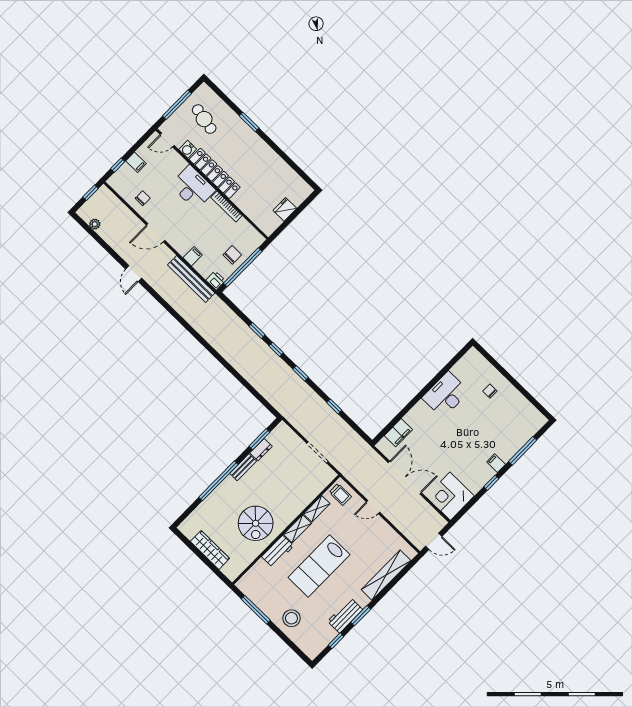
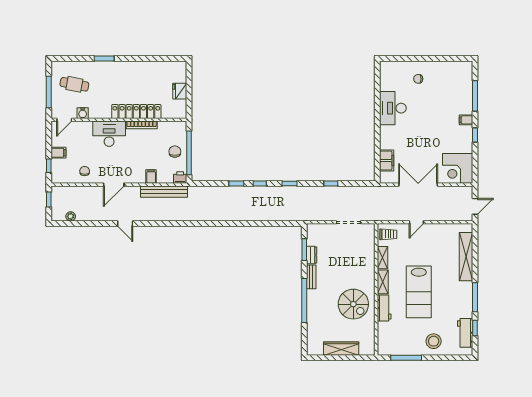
locker: (215, 173) -> (136, 112), moved
workbench: (345, 615) -> (465, 333), moved
window: (361, 616) -> (475, 297), width x1.44

